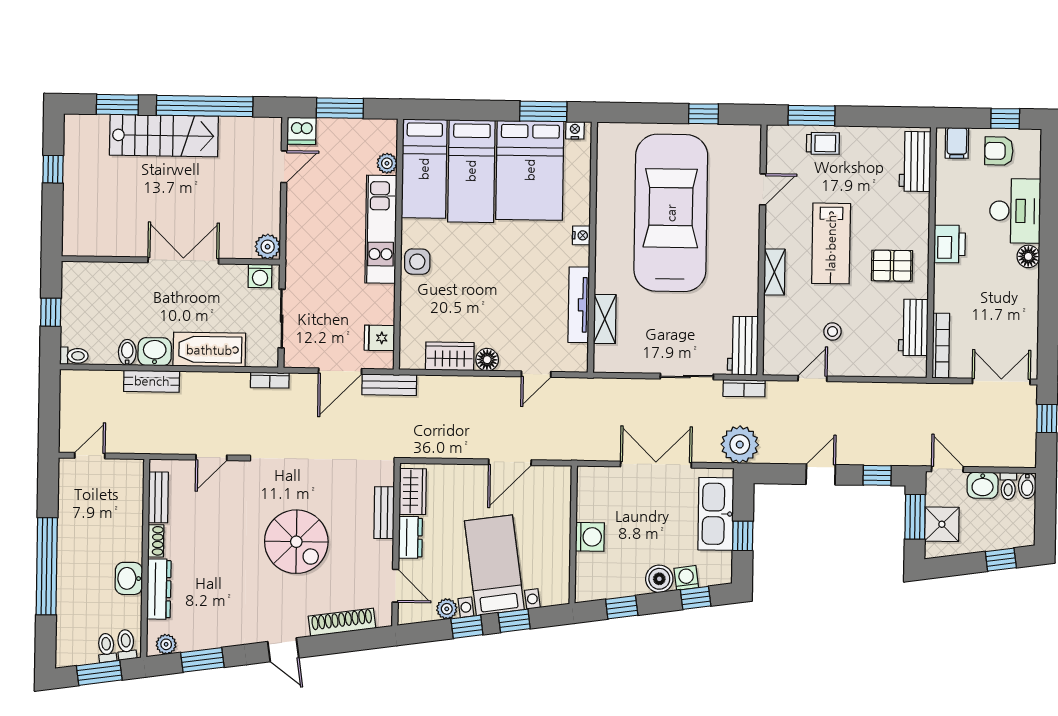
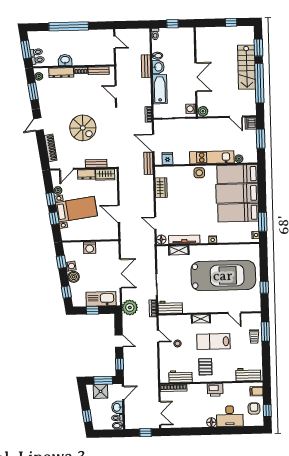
bed: (530, 170) -> (238, 213), width x0.67
floor lamp: (487, 360) -> (161, 240), moved
spiral stairs: (296, 542) -> (83, 128), turned -90
washing machine: (686, 578) -> (71, 266), moved

